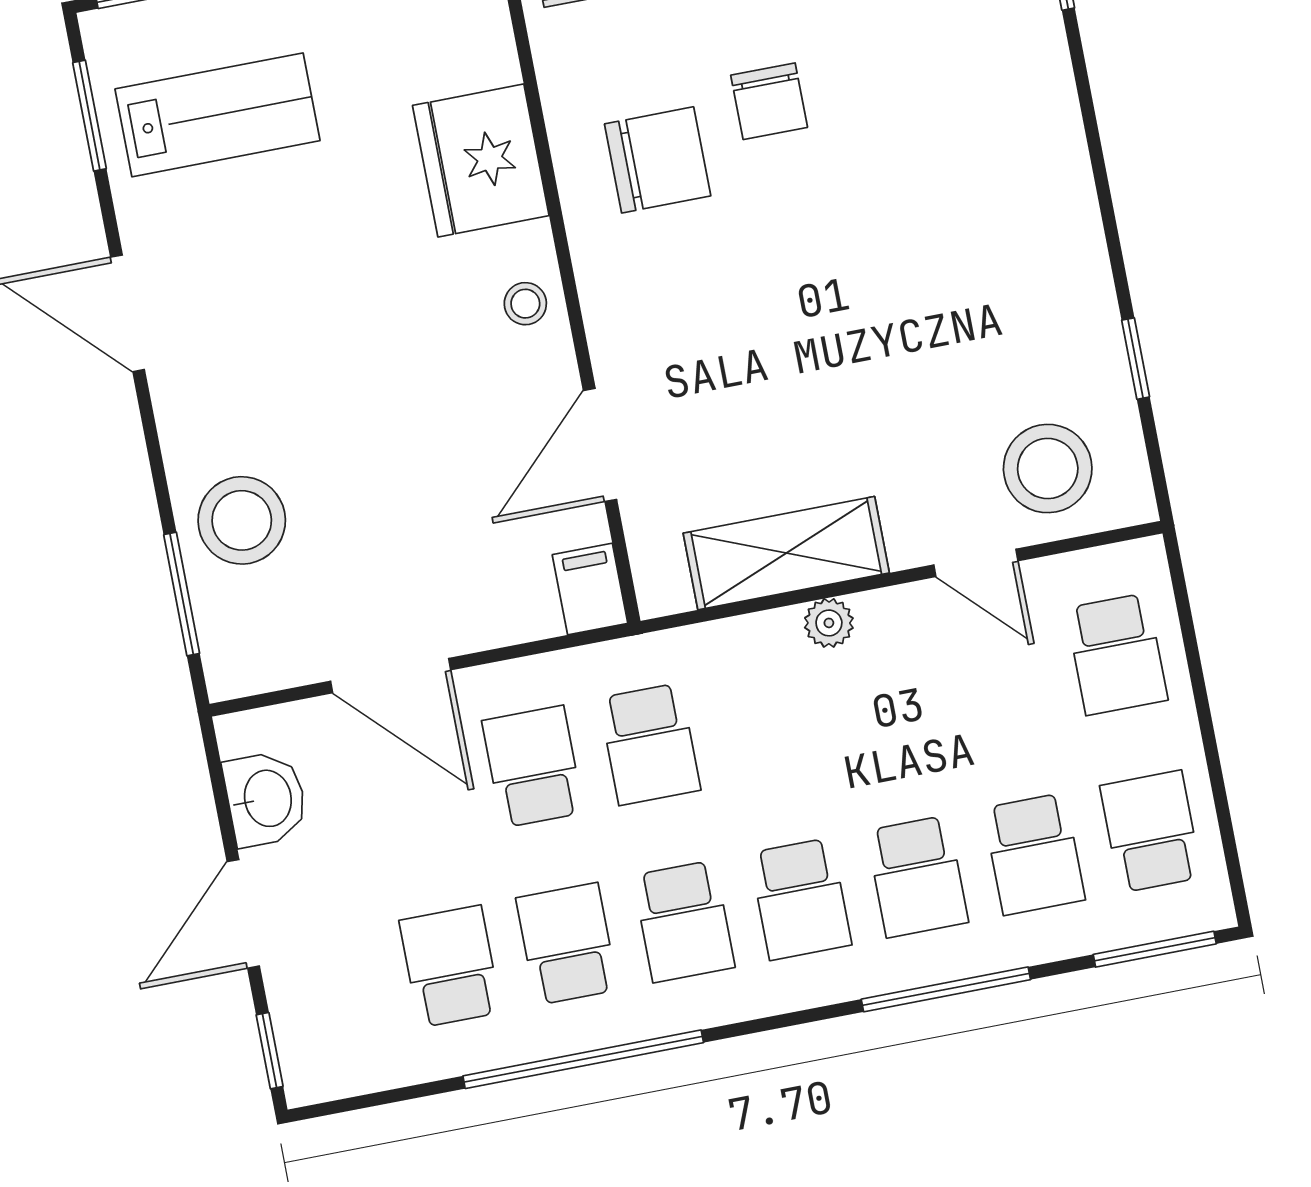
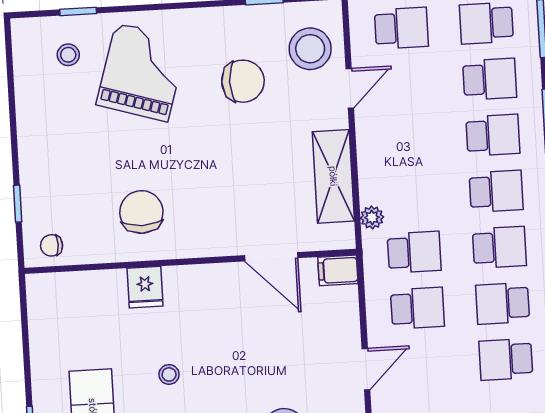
chair: (769, 101) -> (243, 81), moved, width x1.37, depth x1.37
grand piano: (951, 122) -> (142, 72), added
fridge: (481, 161) -> (145, 287), width x0.53, depth x0.75
stool: (525, 304) -> (169, 374), moved
plant: (829, 623) -> (372, 217), moved
door: (391, 676) -> (366, 369), width x0.73
school desk: (533, 767) -> (417, 308), turned 180

